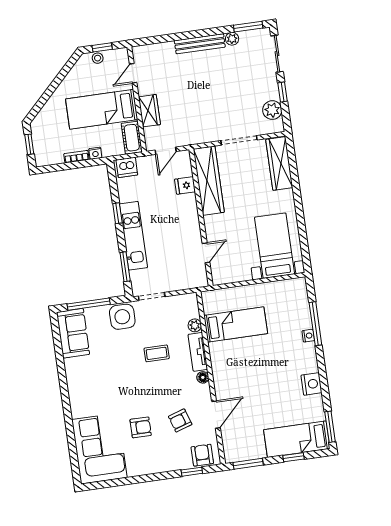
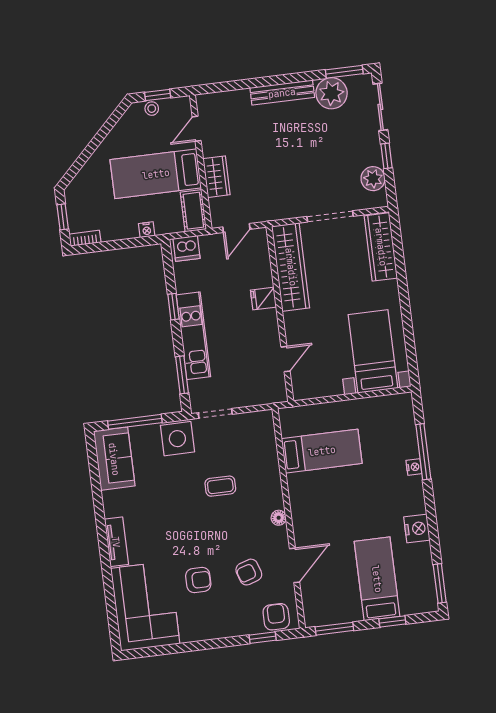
plant: (232, 39) -> (332, 93), width x1.87, depth x1.87
bookcase: (76, 157) -> (85, 238), moved
fridge: (185, 185) -> (263, 299), moved
plant: (195, 325) -> (270, 451), removed
tv unit: (198, 352) -> (116, 542), moved, turned 180
bed: (297, 439) -> (377, 579), moved, turned 90

